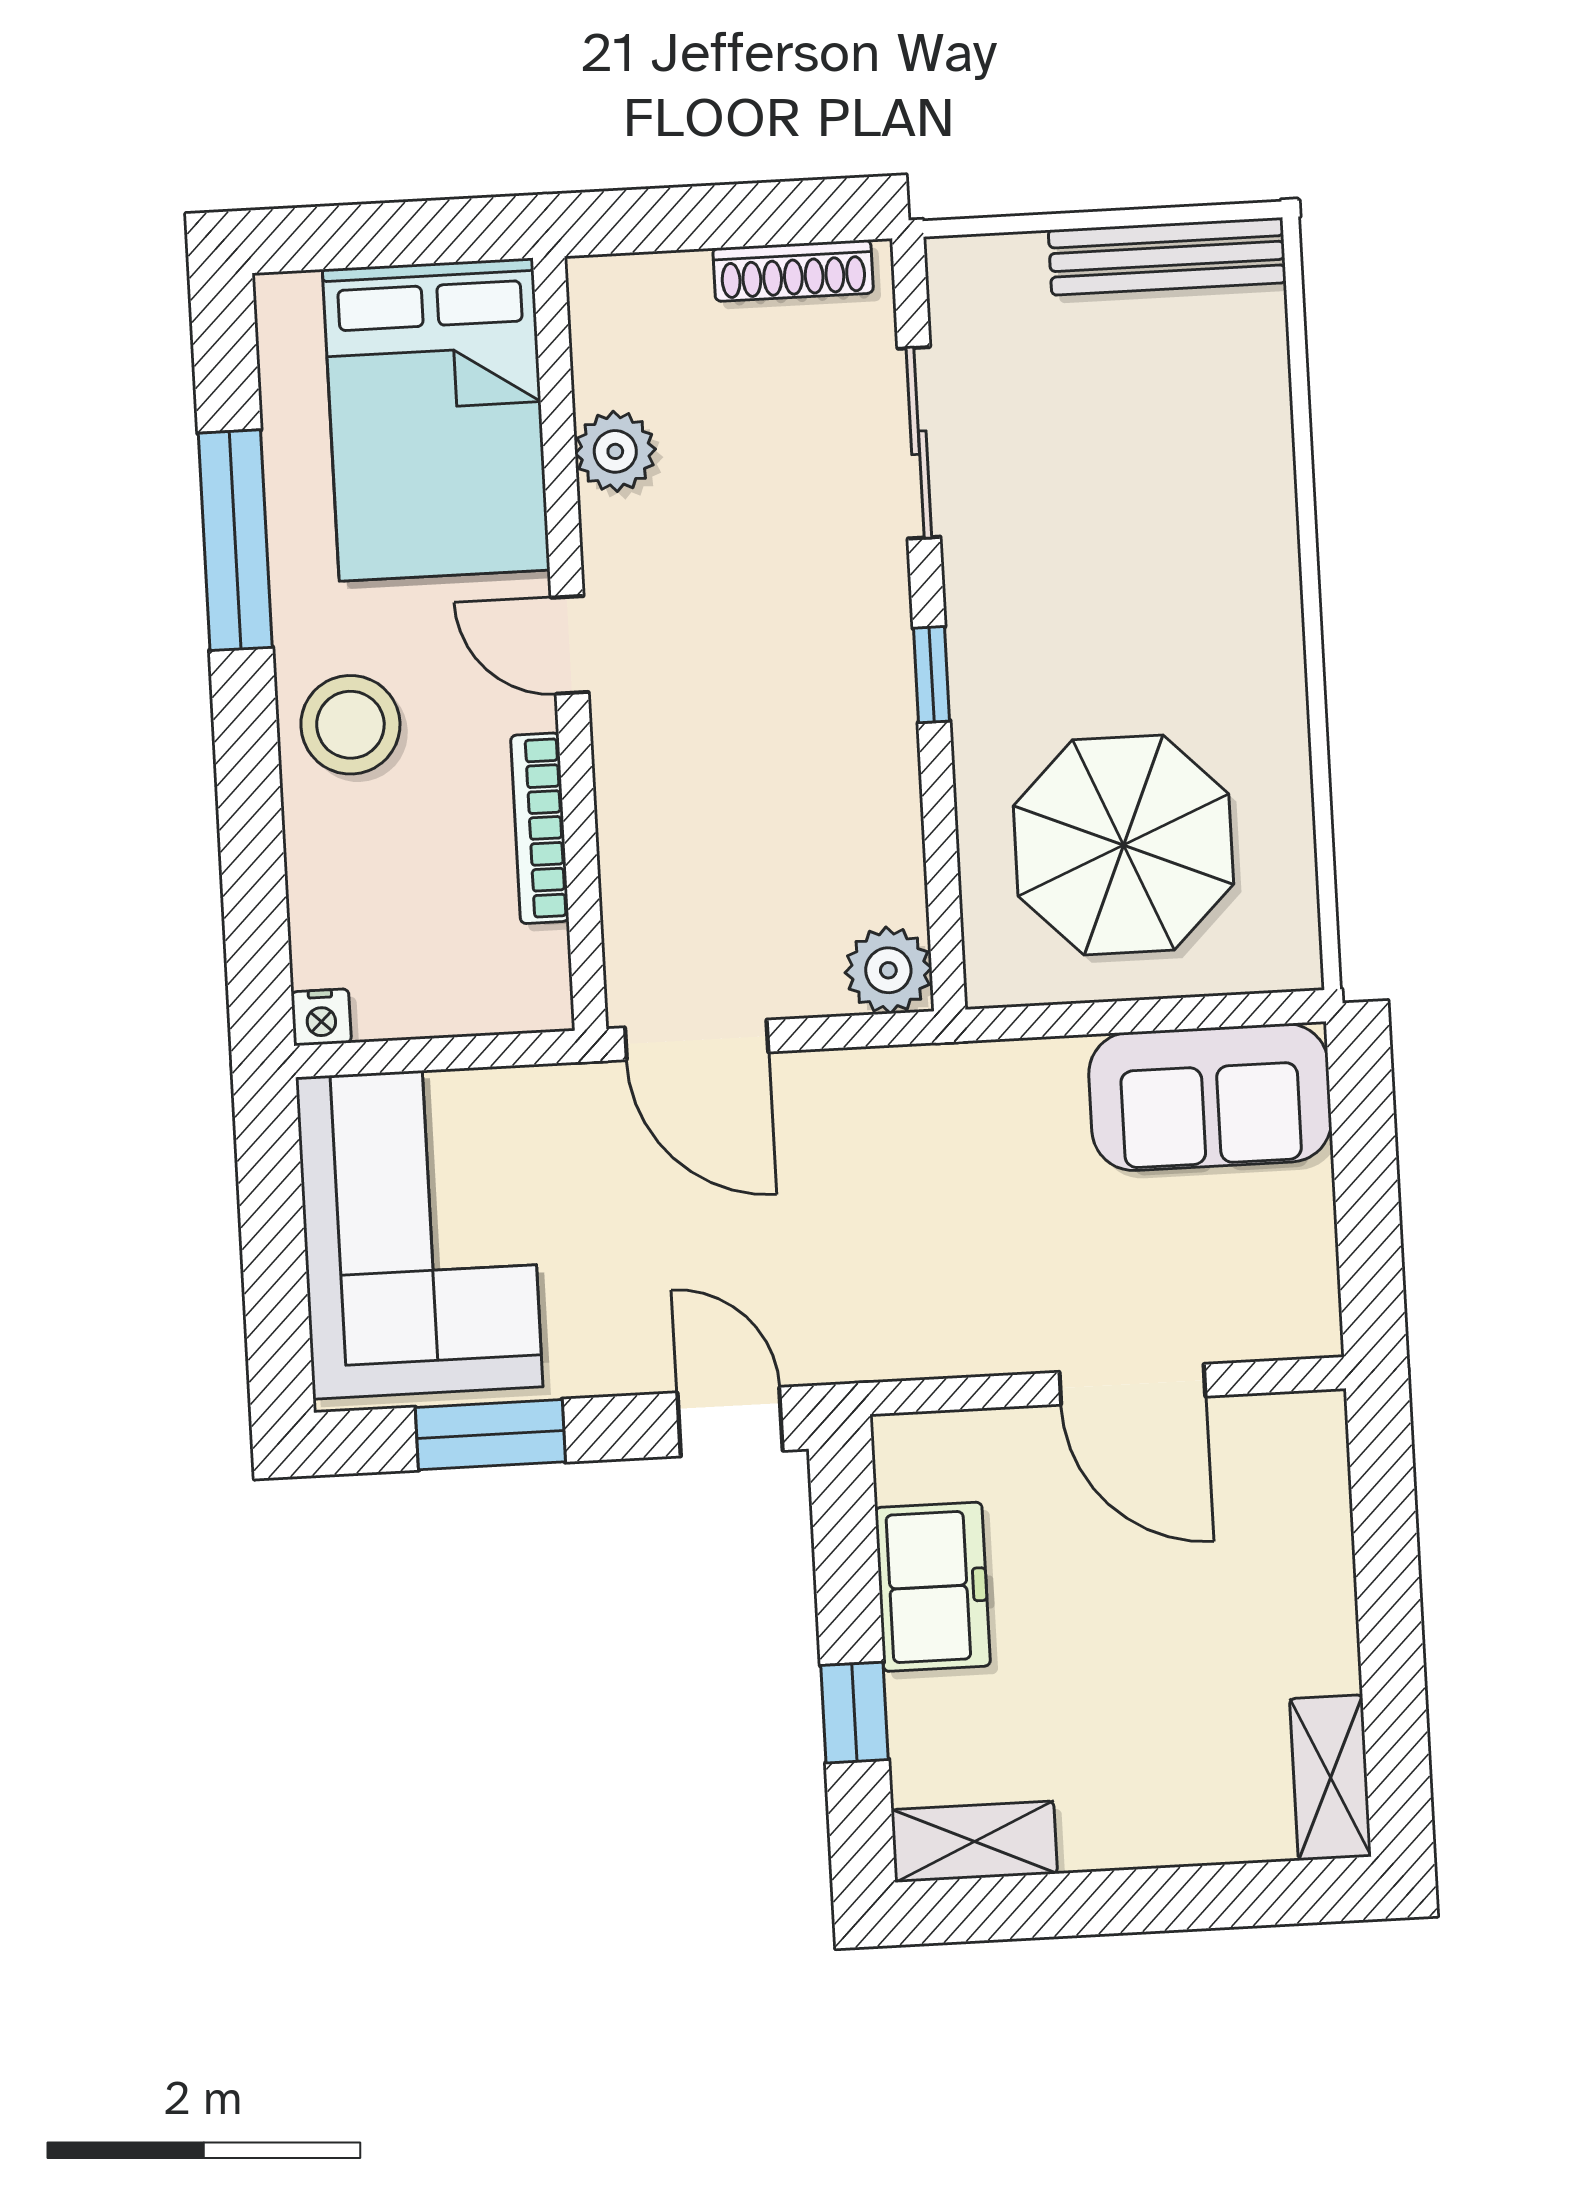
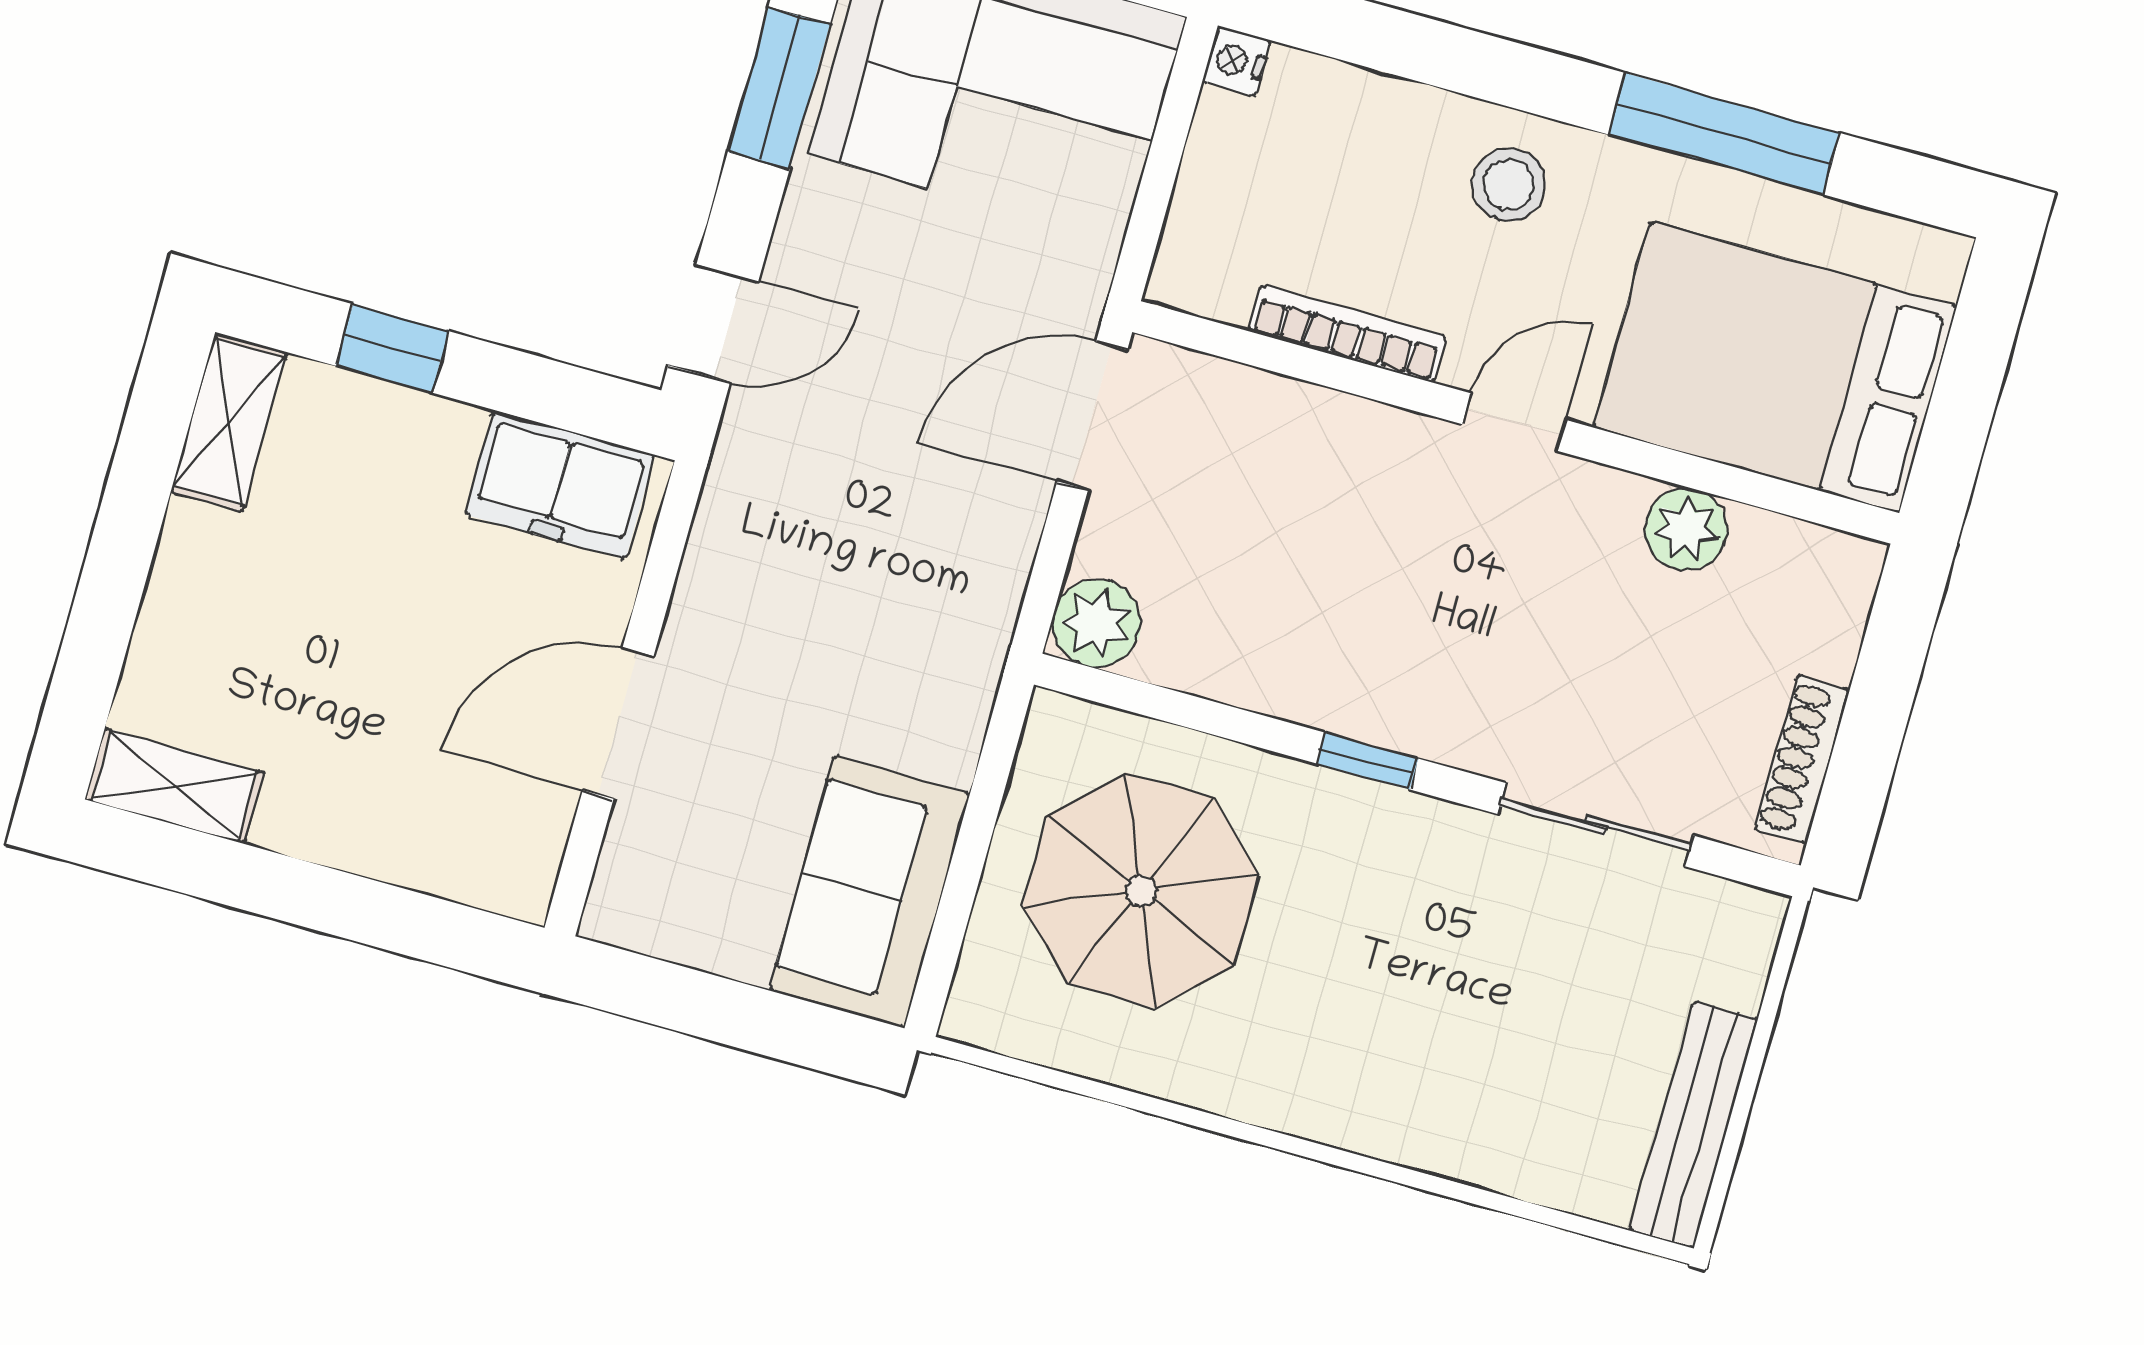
stool: (350, 725) -> (1509, 185), width x0.73, depth x0.73
freezer: (933, 1587) -> (560, 485), moved

